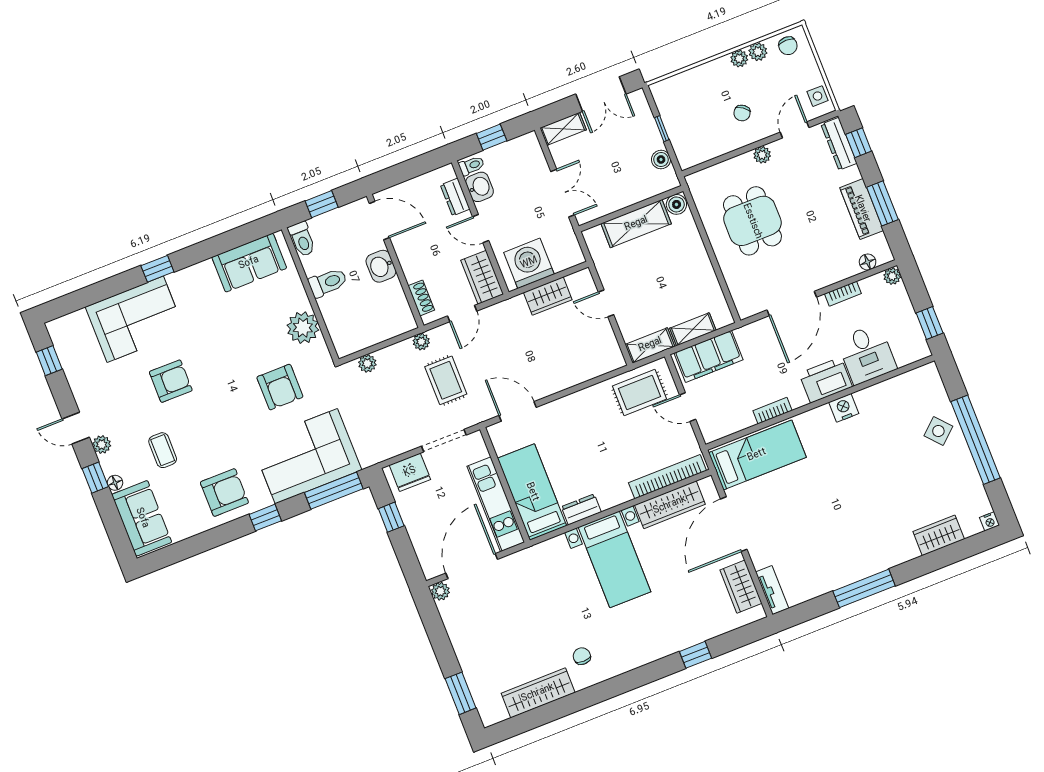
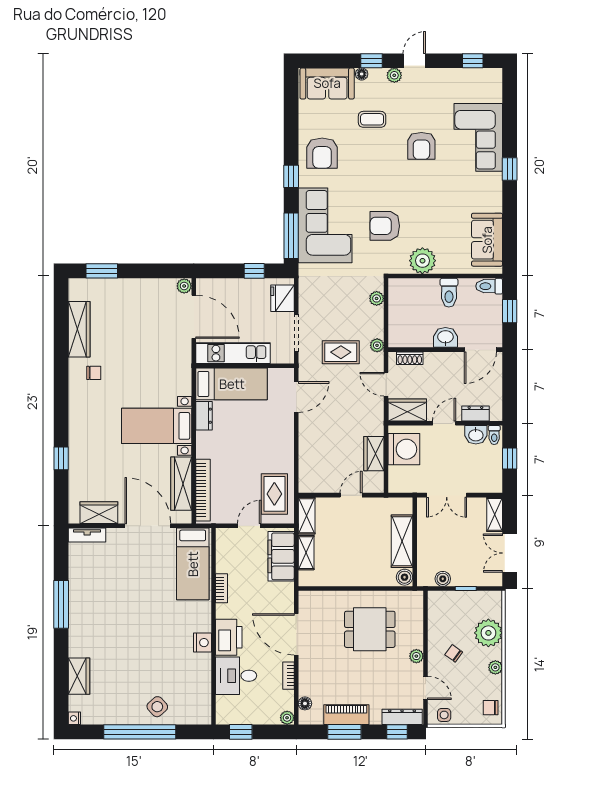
plant: (758, 52) -> (488, 633), moved, width x1.88, depth x1.88

